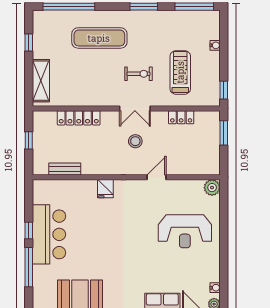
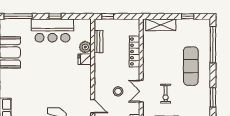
window: (29, 140) -> (108, 16), moved
plant: (72, 188) -> (85, 47), added
fridge: (105, 189) -> (85, 59), moved
window: (29, 267) -> (18, 16), moved

